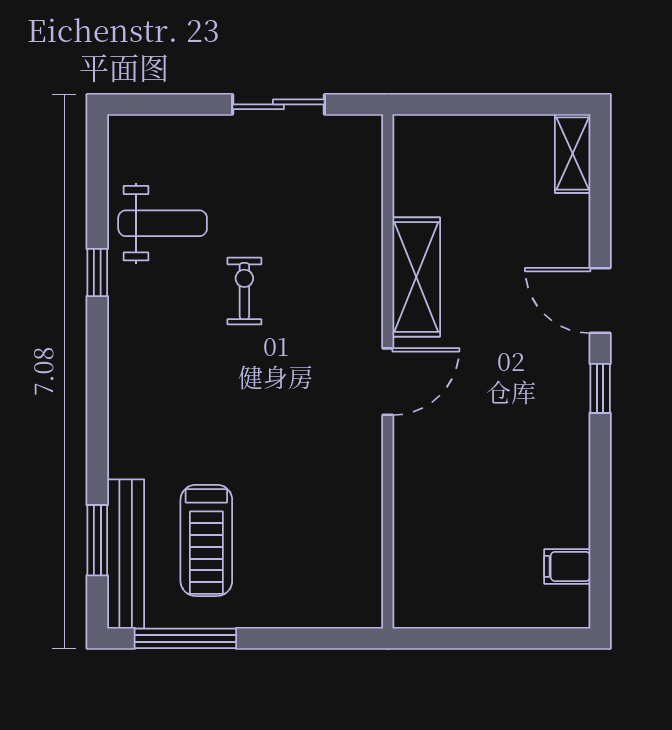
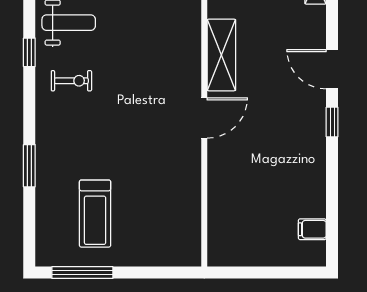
exercise bike: (244, 291) -> (71, 81), moved, turned 90
window: (97, 540) -> (29, 166), moved
bench: (126, 554) -> (46, 222), removed

